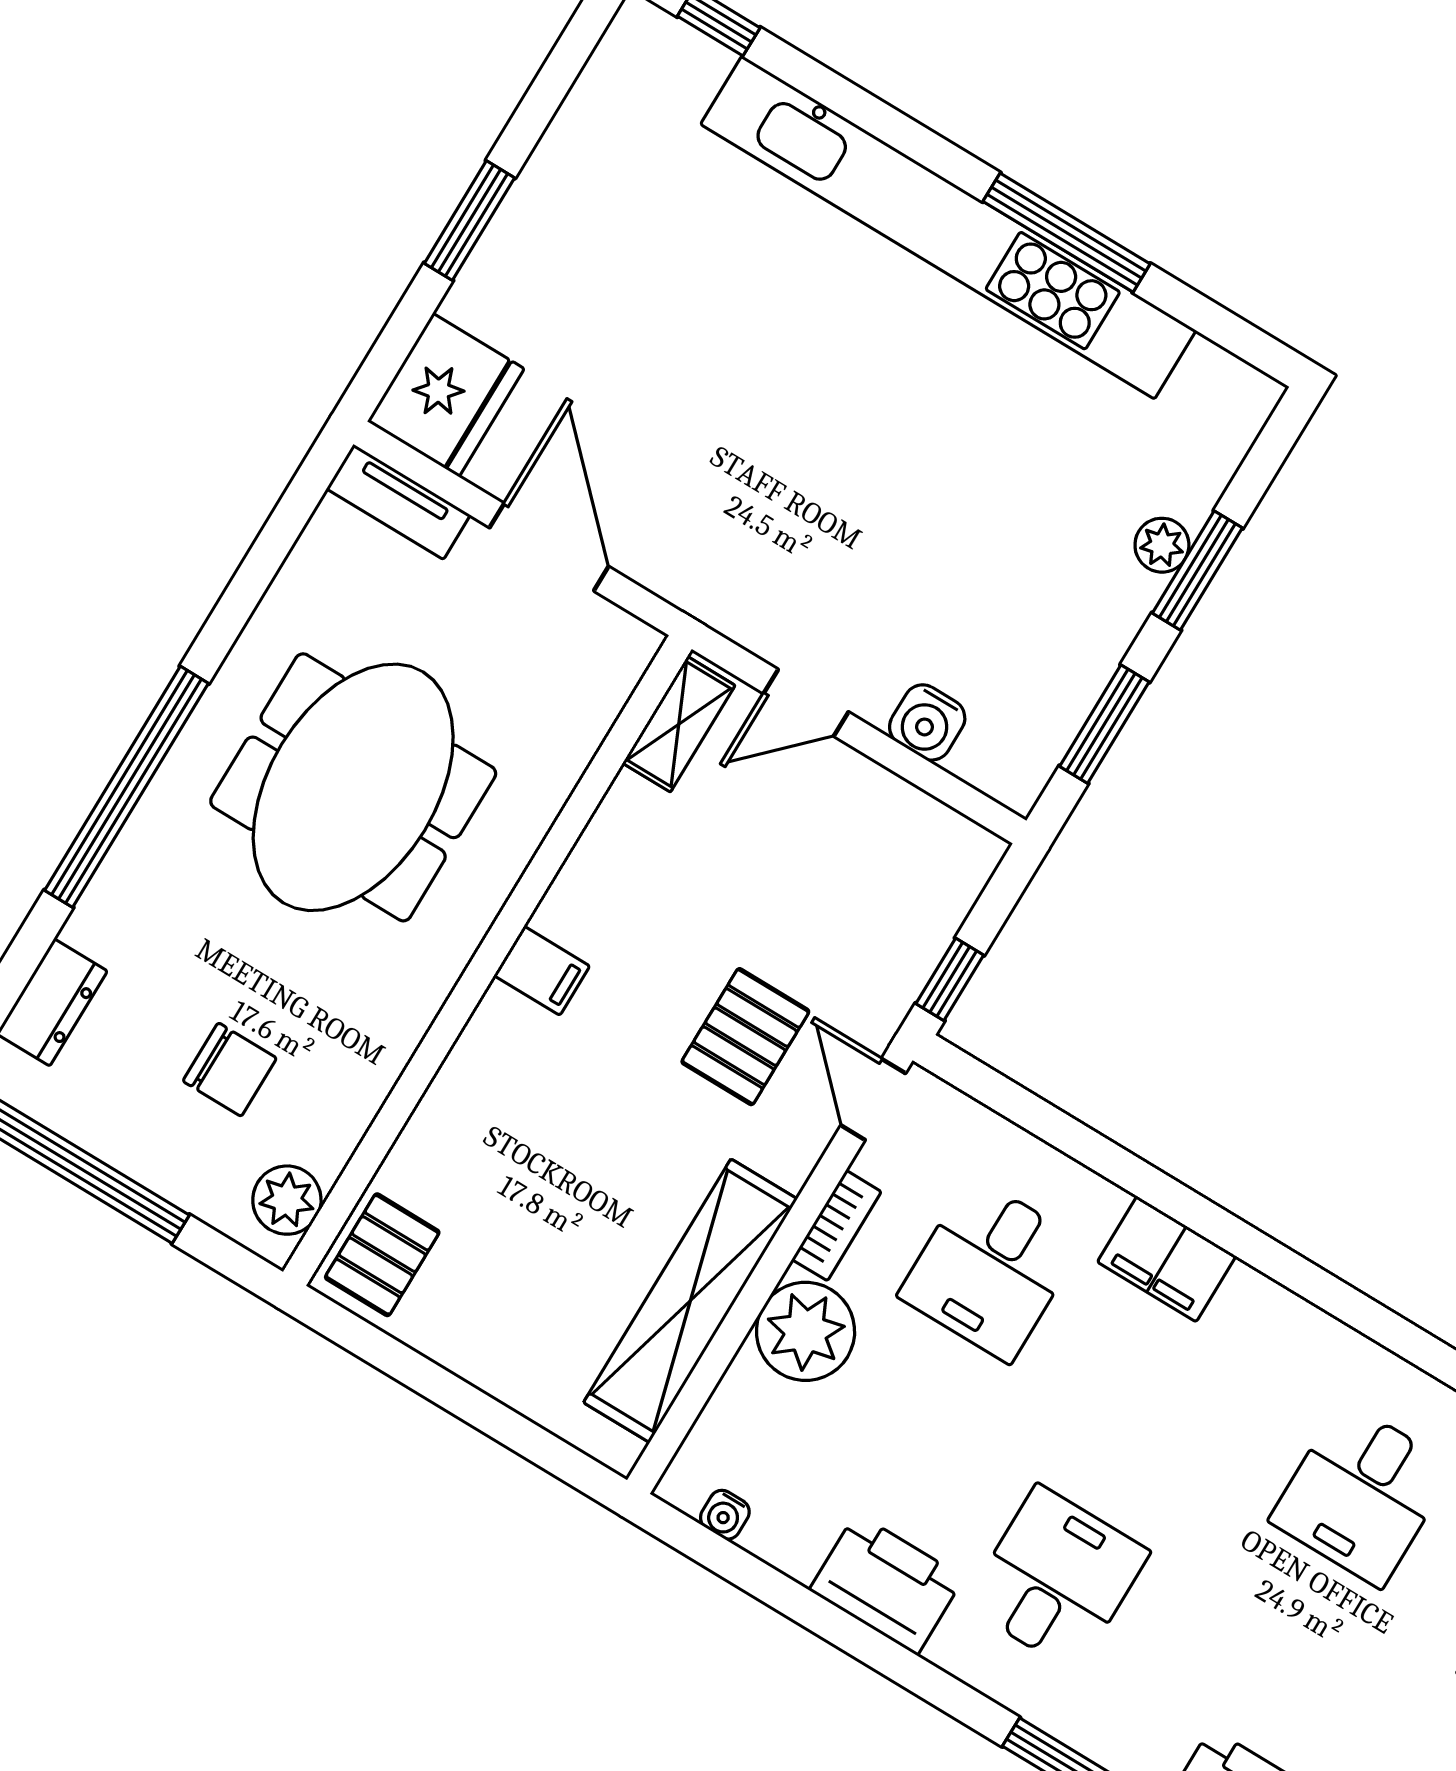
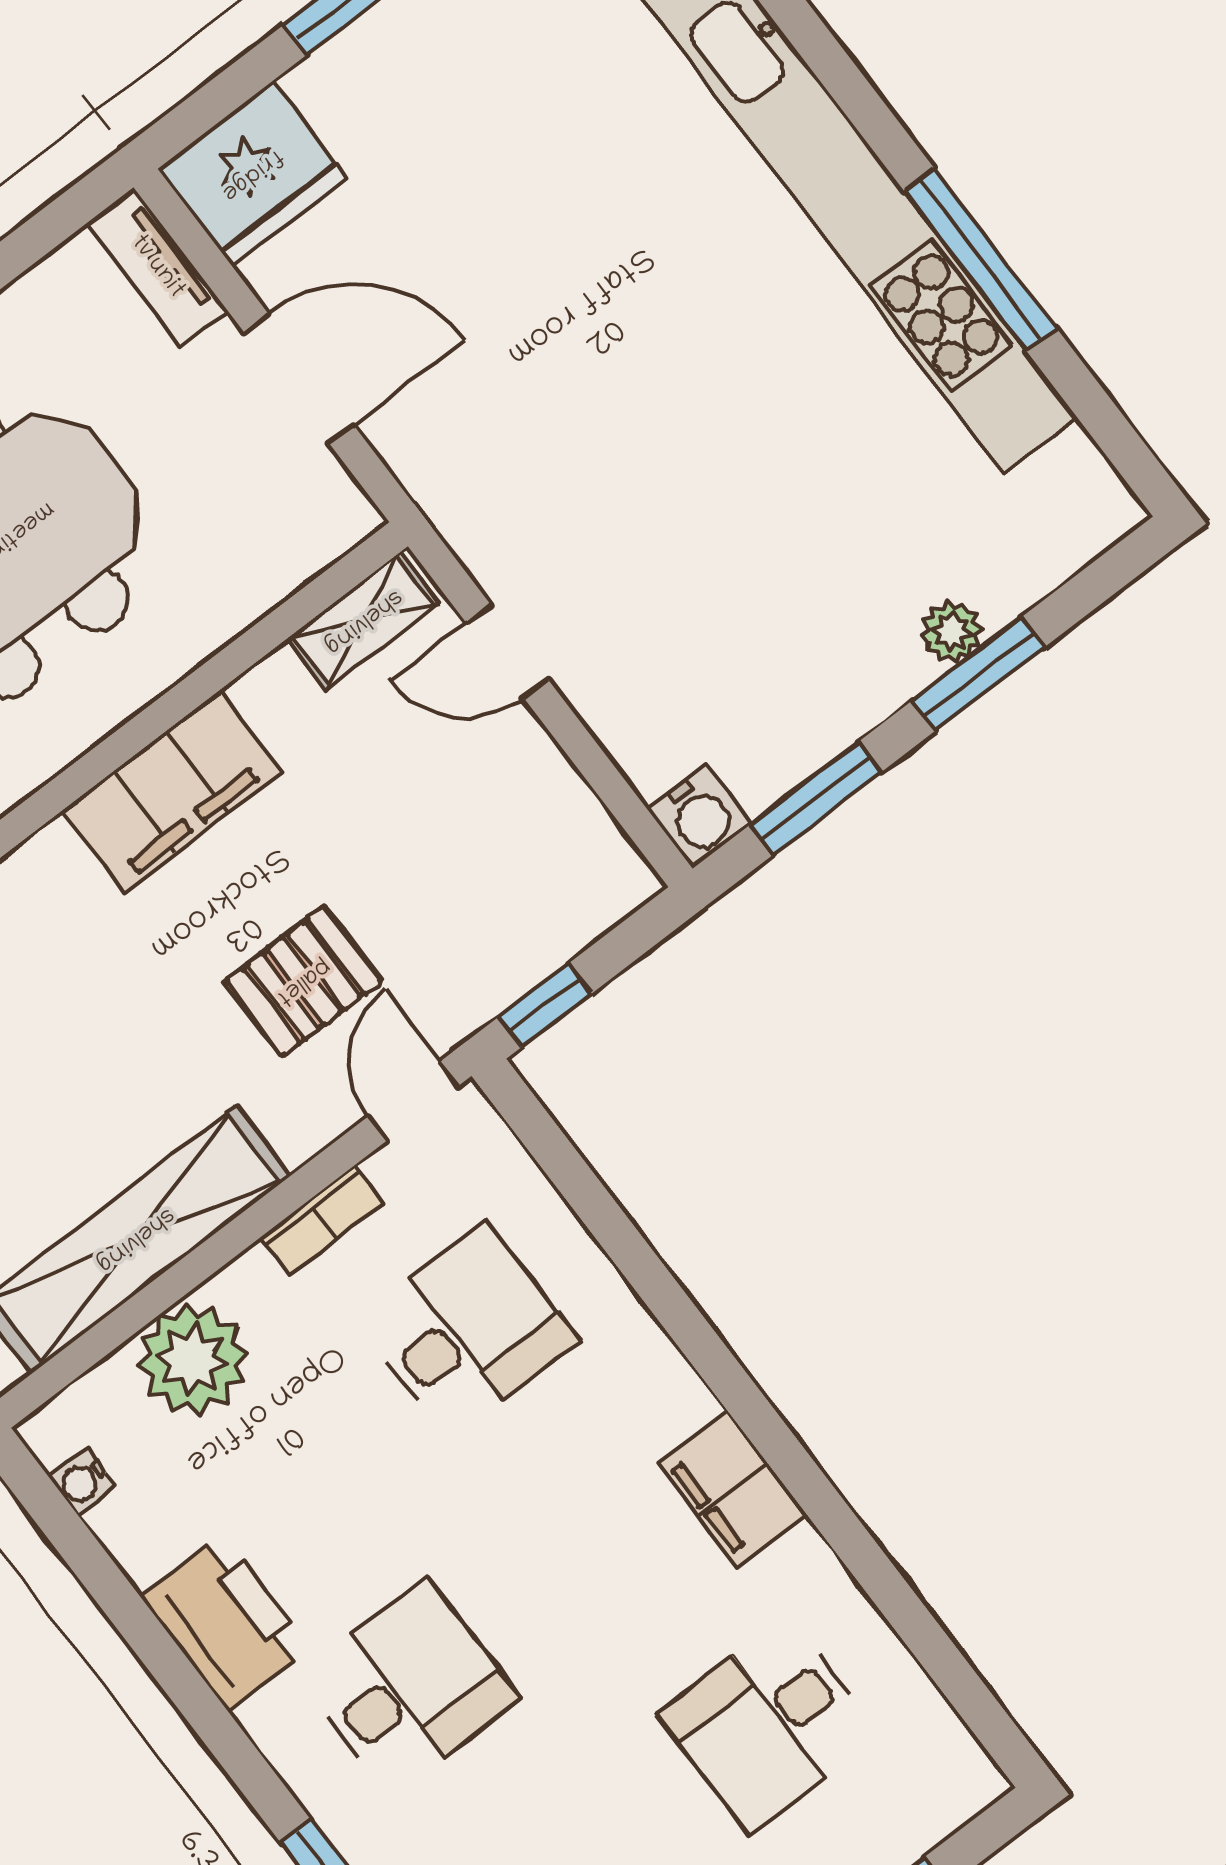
door: (549, 547) -> (299, 378), hinge flipped
water cooler: (927, 722) -> (700, 816), moved, turned -90
filing cabinet: (542, 971) -> (172, 792), width x3.00, depth x1.17
filing cabinet: (1167, 1259) -> (732, 1489), moved
desk: (990, 1269) -> (467, 1331), turned 180
plant: (806, 1331) -> (193, 1360), moved

